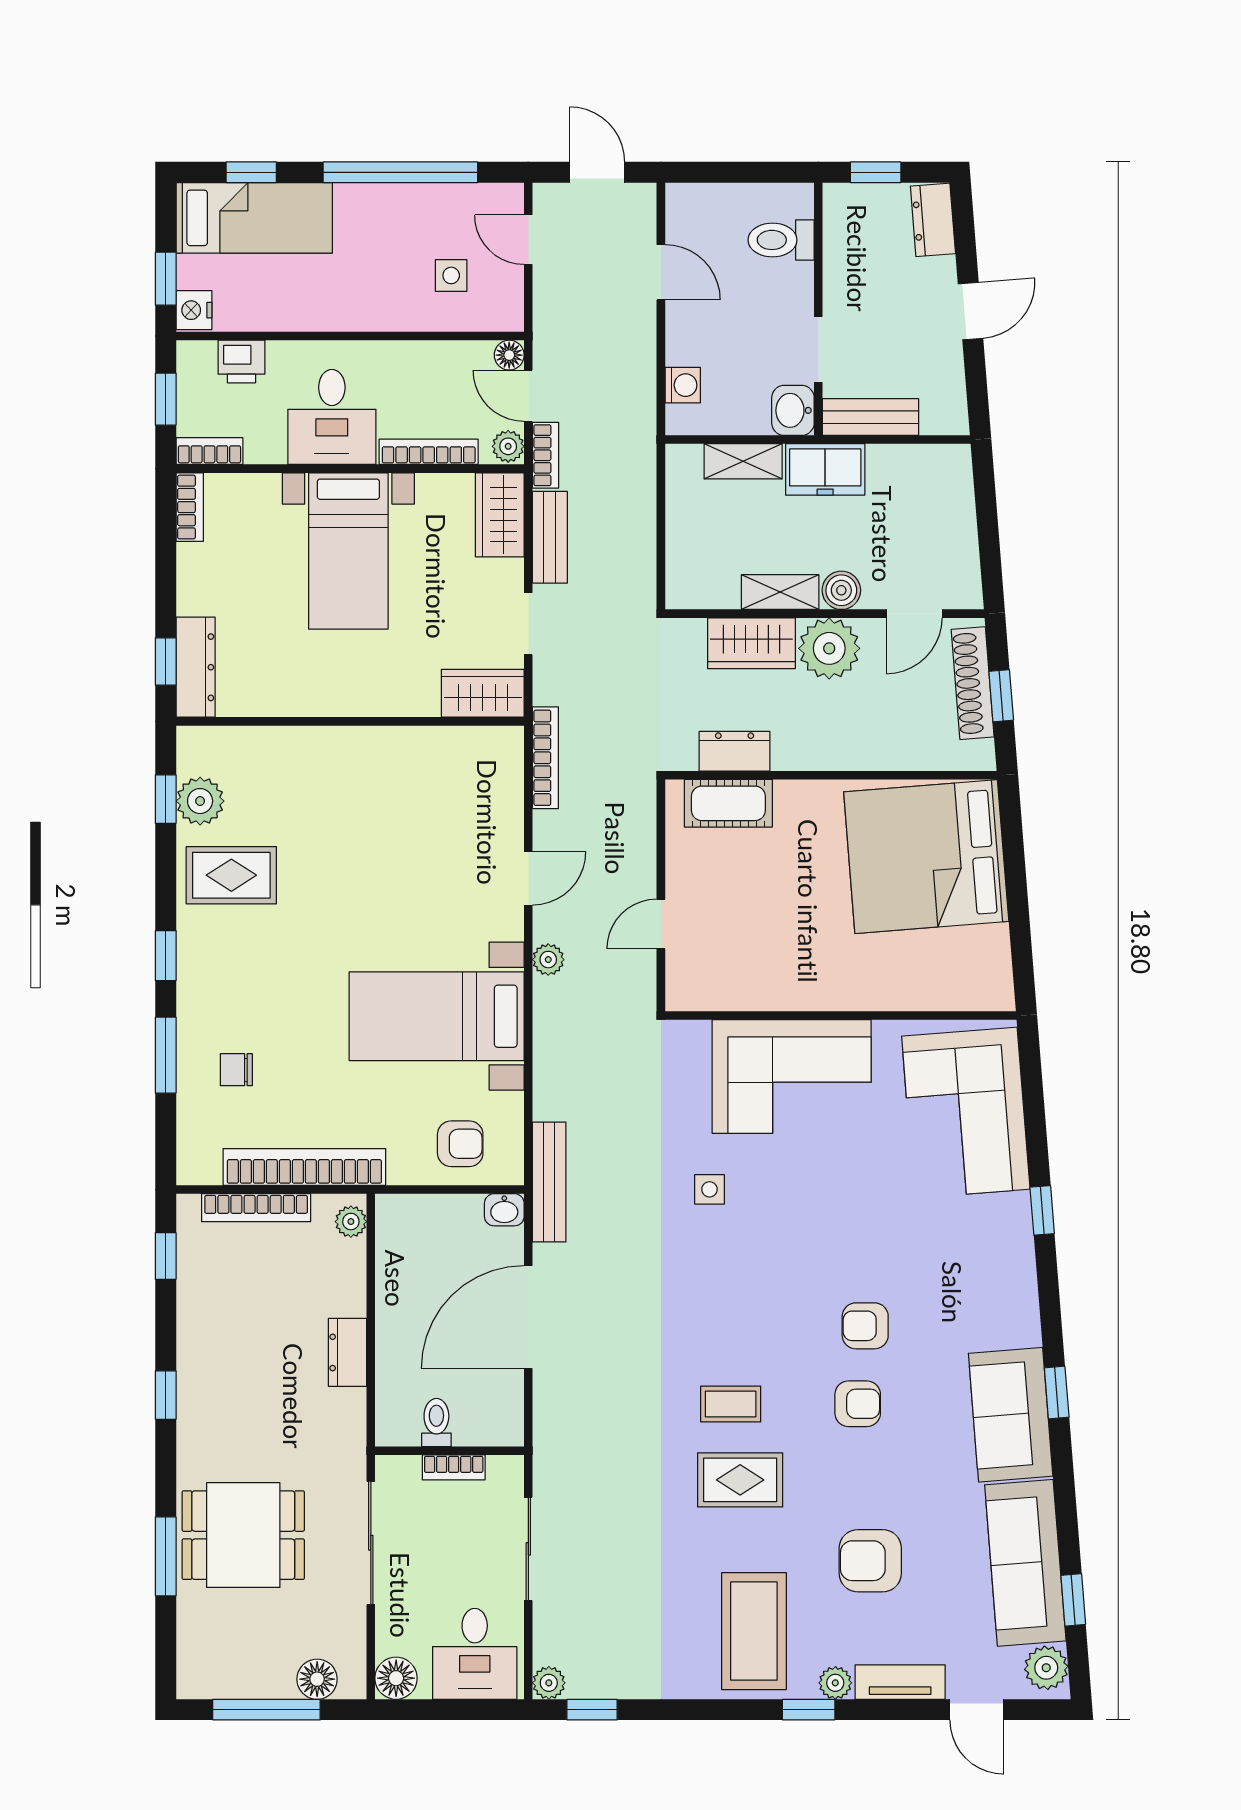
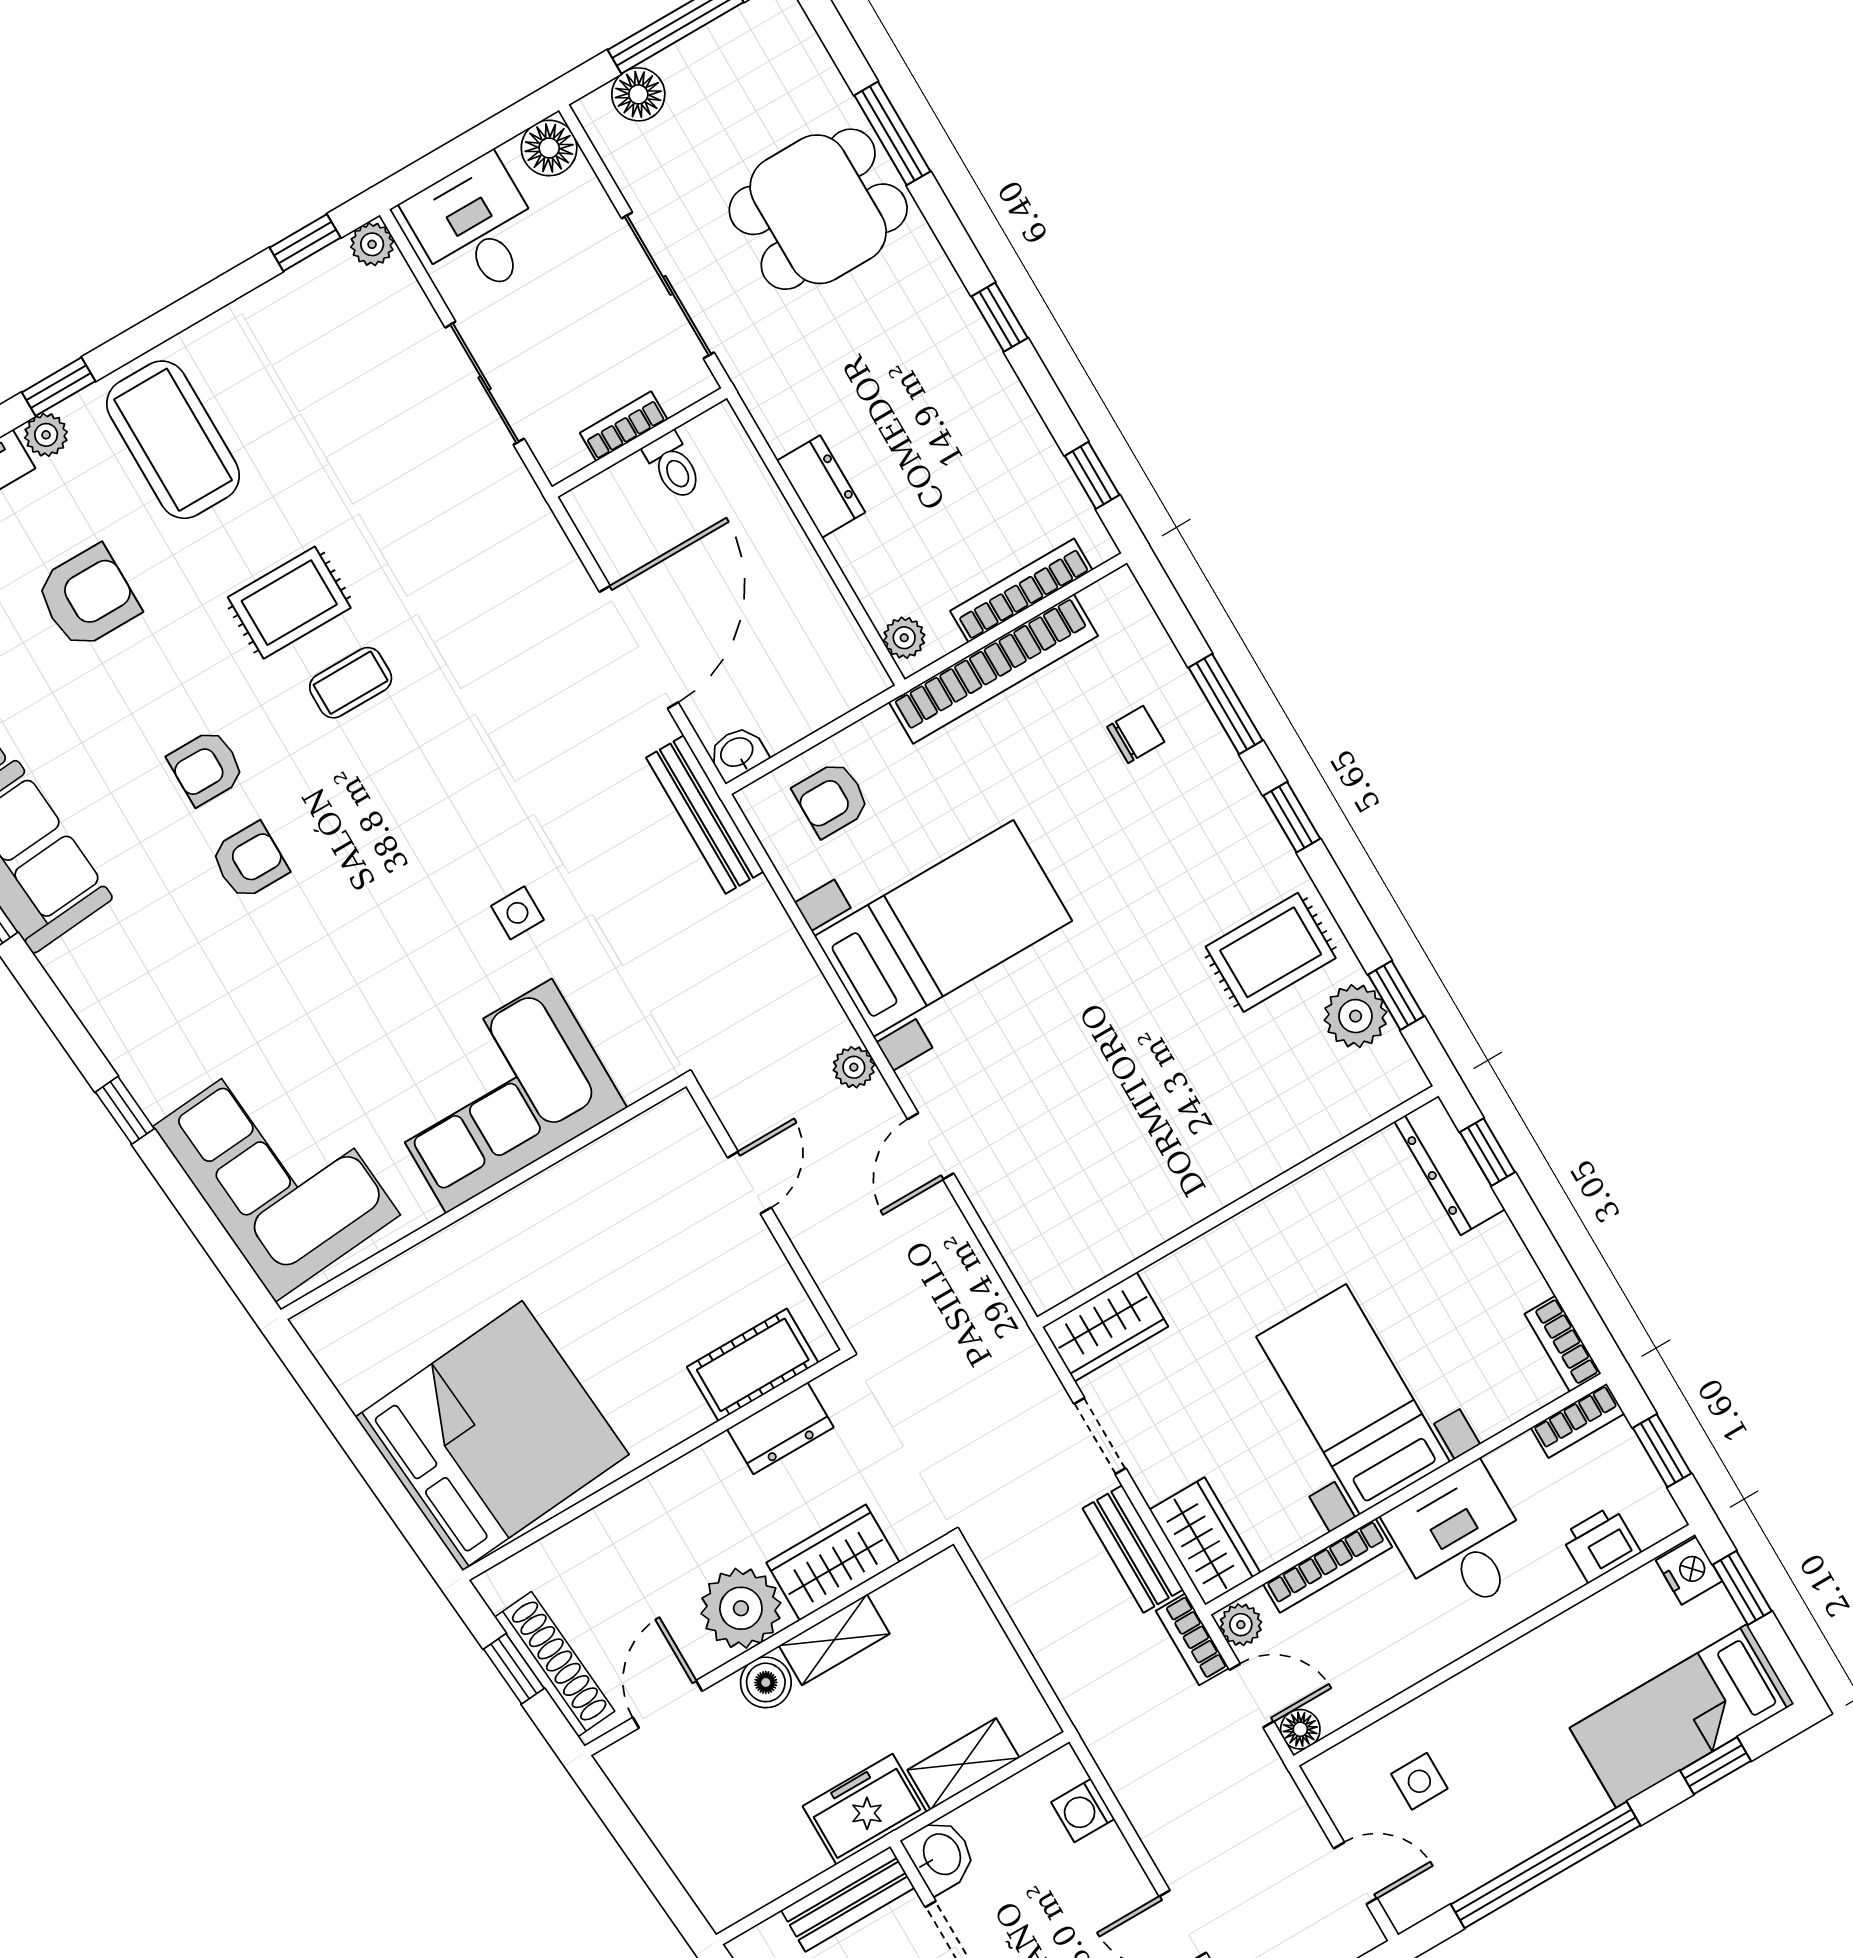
bookcase: (545, 758) -> (991, 1295), removed

